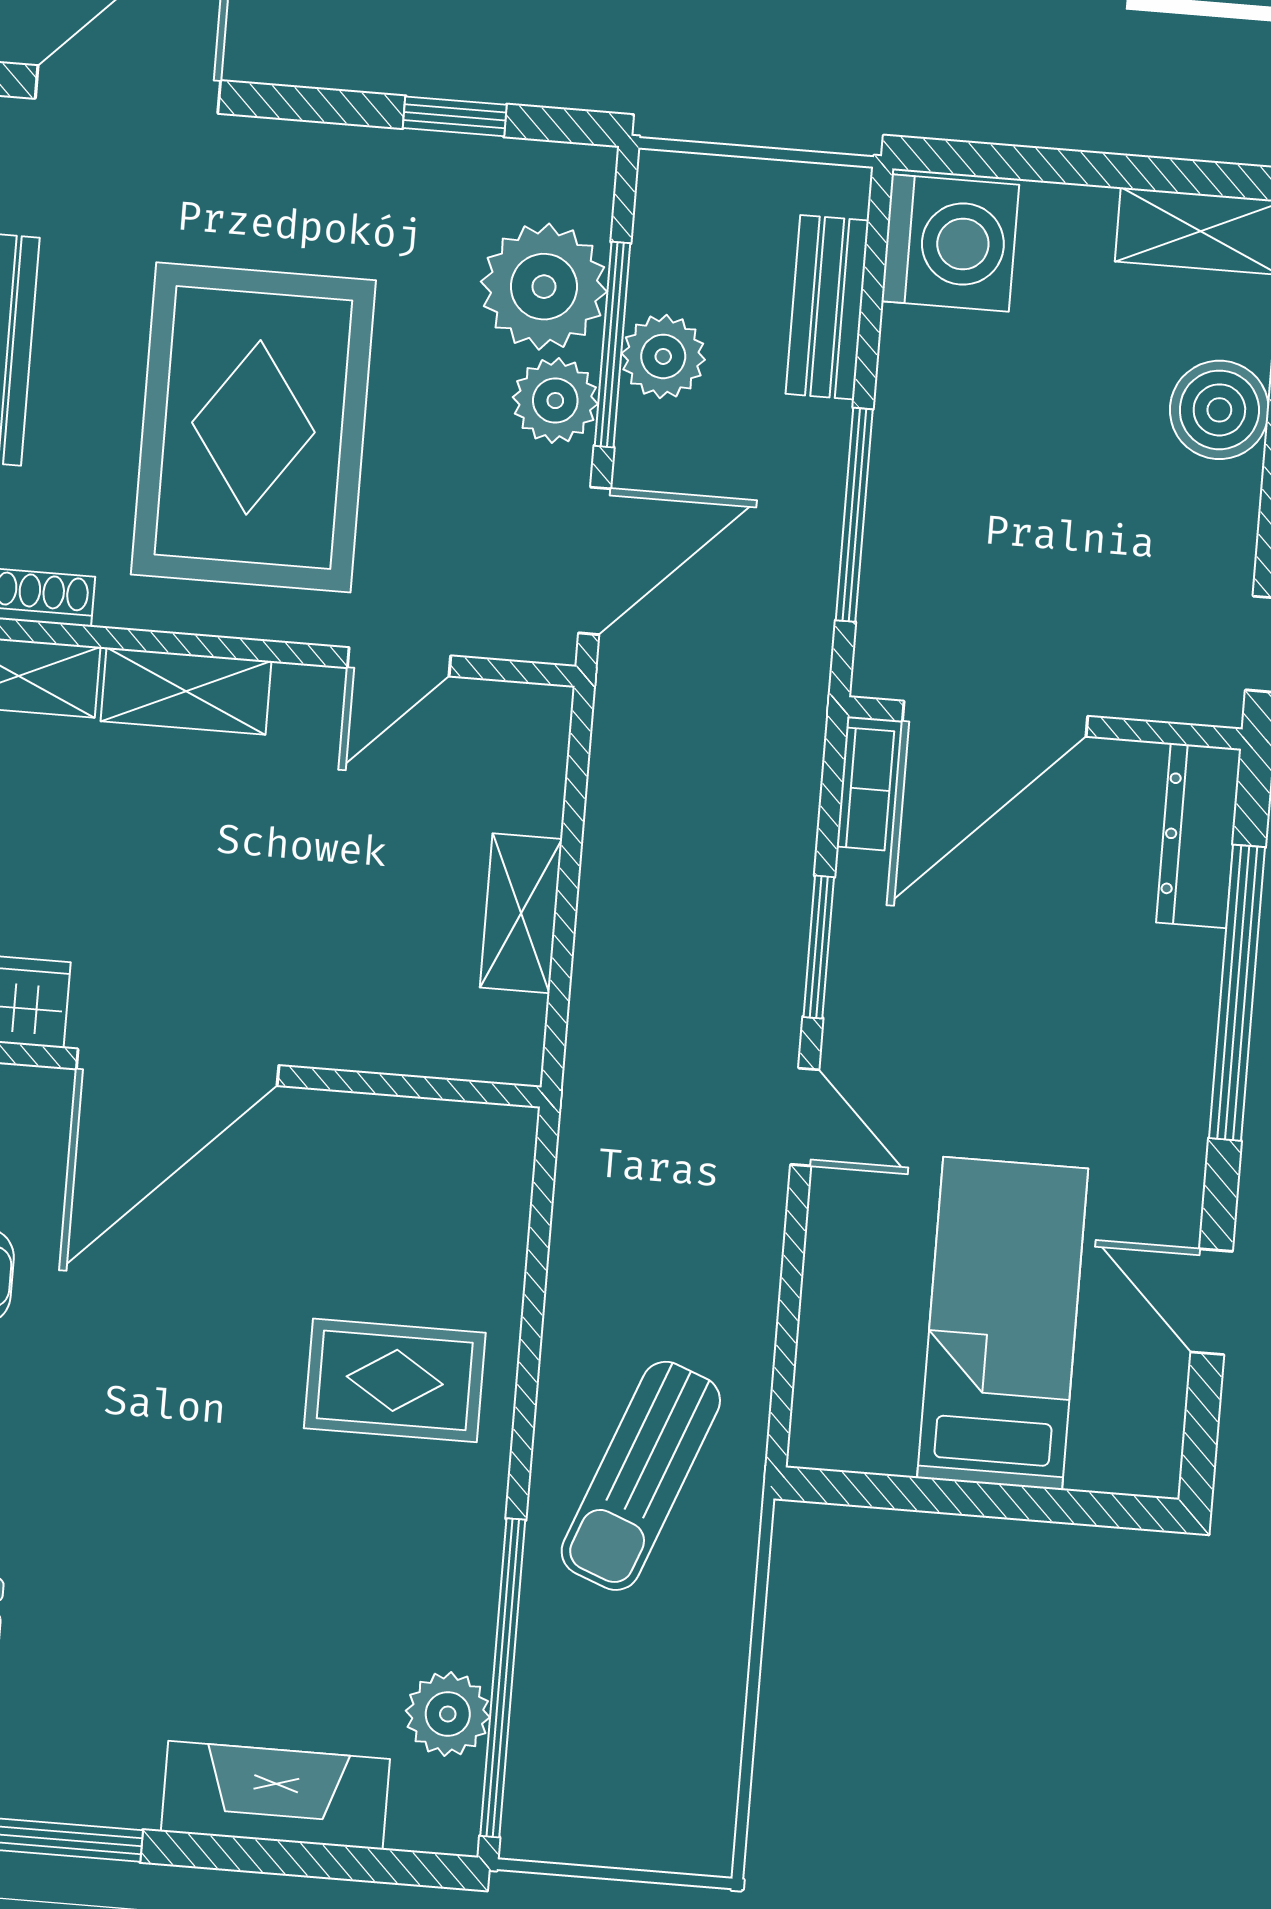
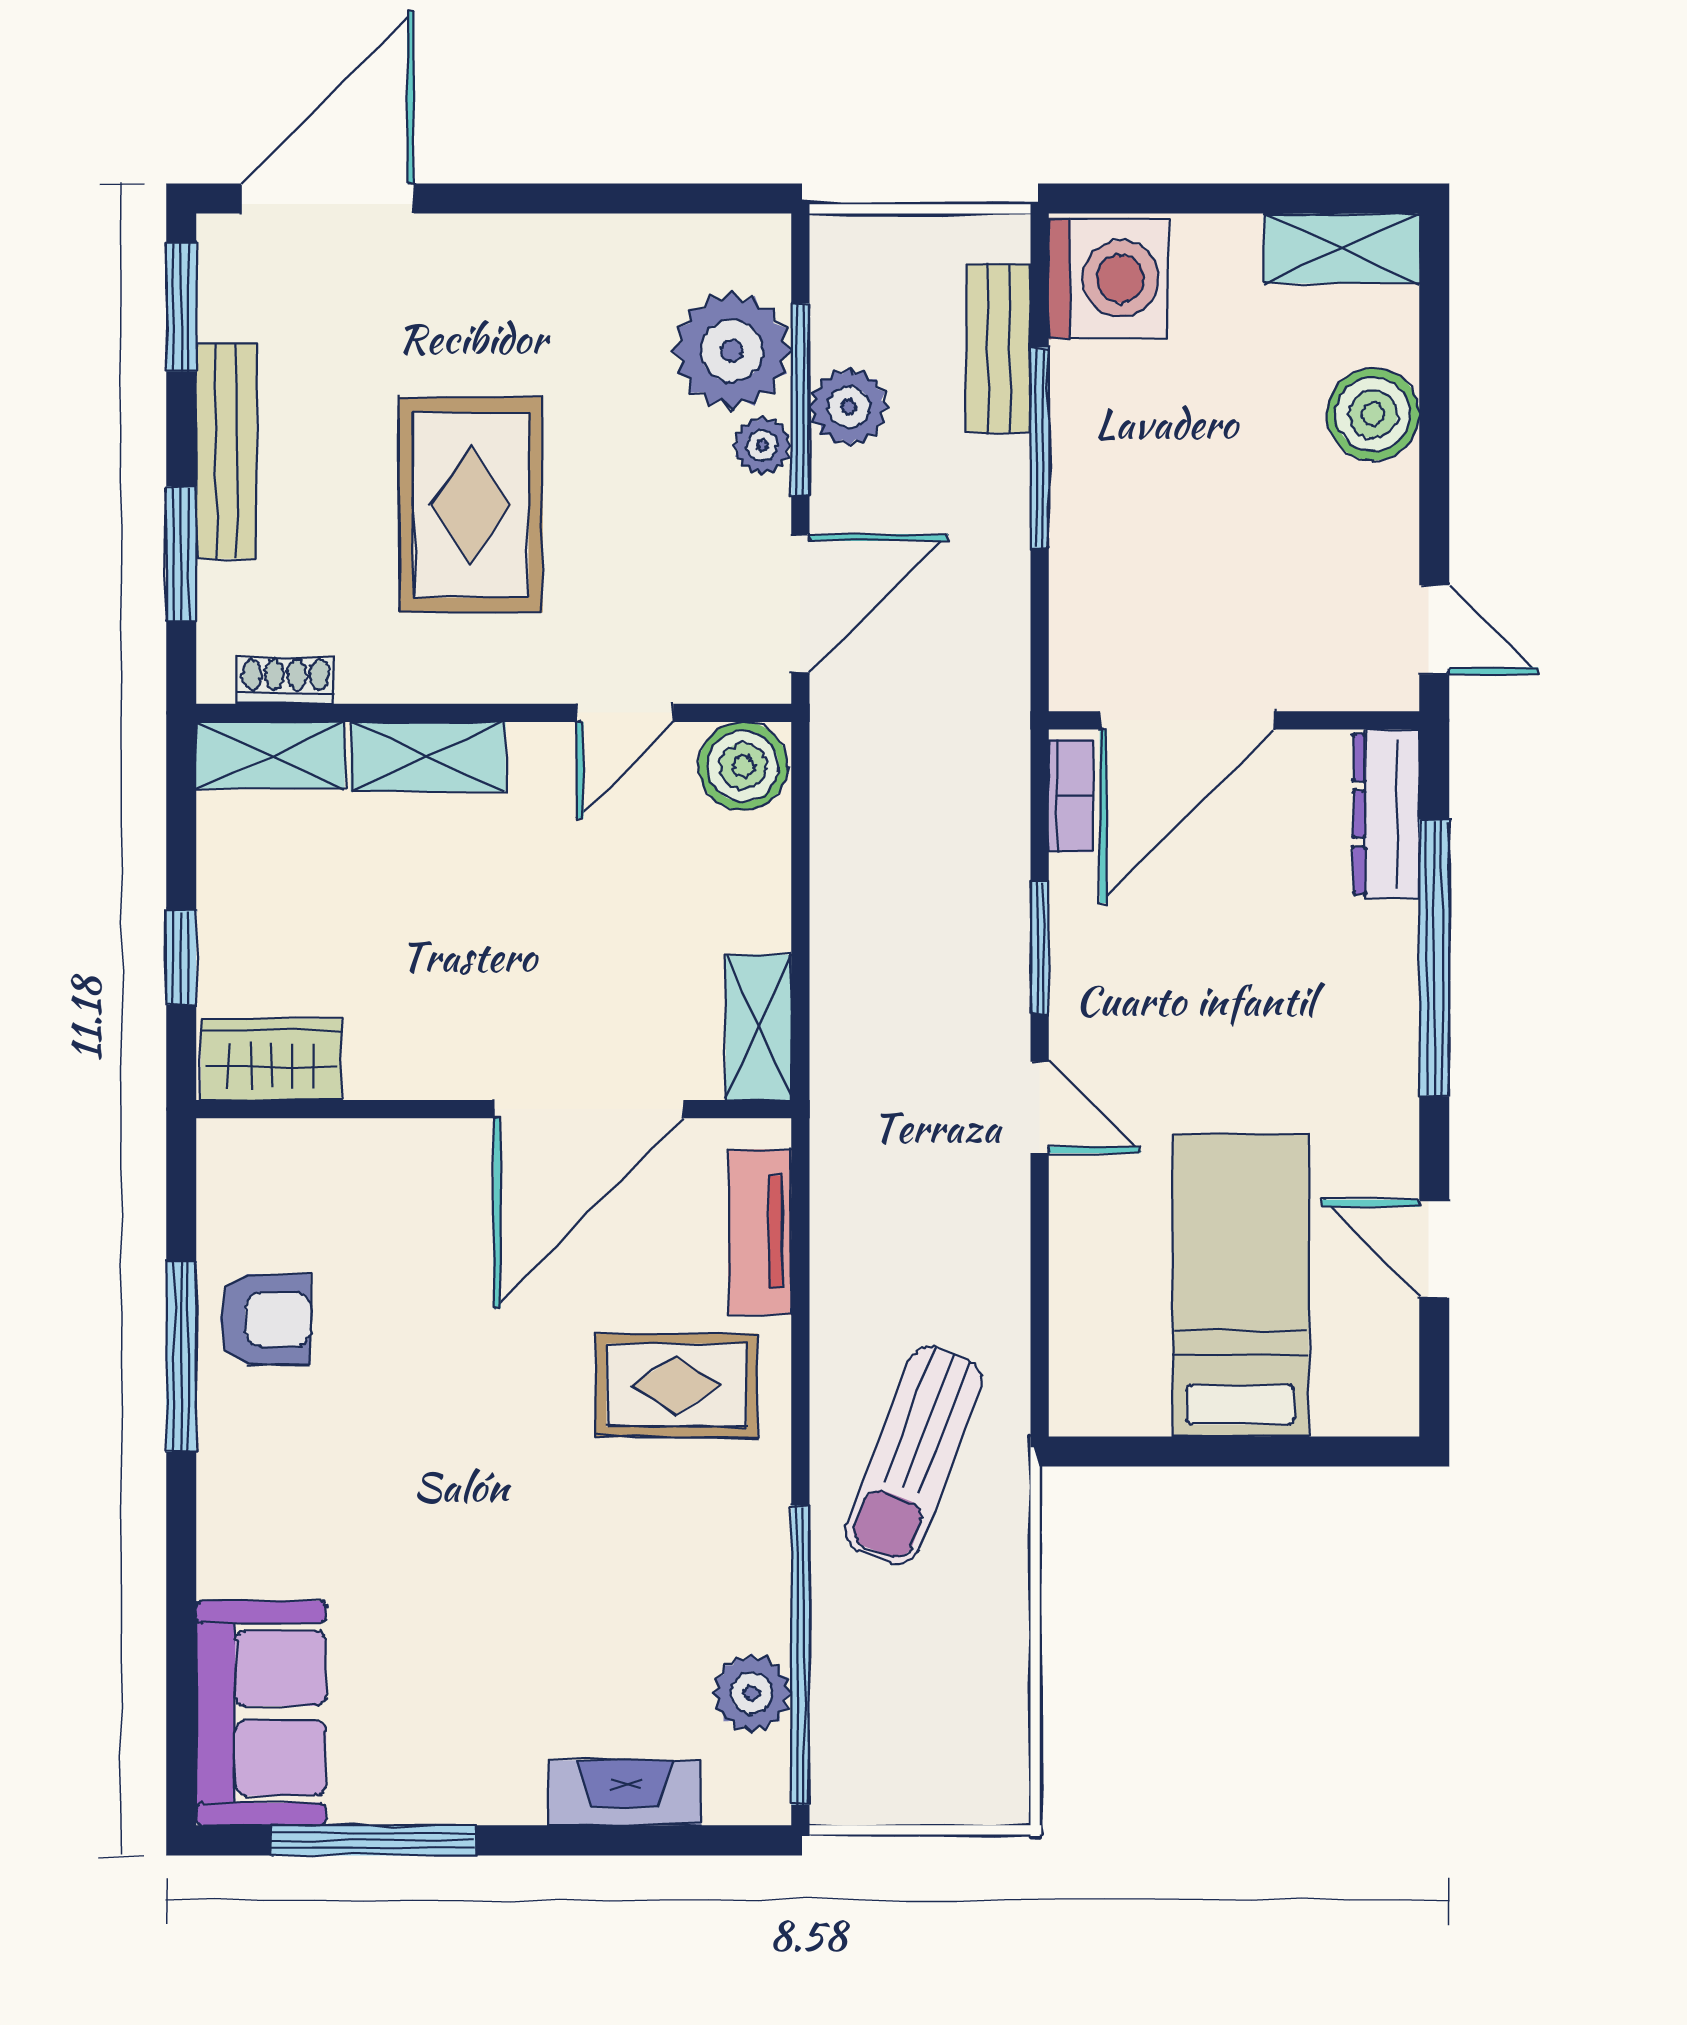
window: (455, 116) -> (635, 198), removed
plant: (555, 401) -> (762, 446), width x0.73, depth x0.73
rug: (253, 427) -> (471, 505), width x0.73, depth x0.69
window: (854, 515) -> (1040, 448), moved
boiler: (520, 729) -> (743, 766), added
shelving: (521, 913) -> (759, 1027), moved
door: (178, 1067) -> (589, 1109), moved
tv unit: (497, 1225) -> (760, 1232), added
fireplace: (275, 1795) -> (625, 1793), width x0.73, depth x0.76

